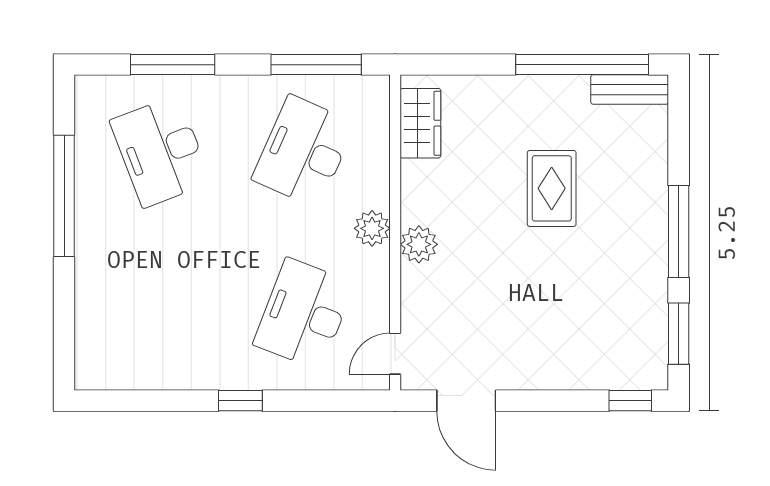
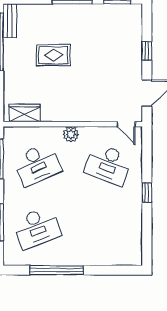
desk: (304, 151) -> (37, 164), turned -48
plant: (419, 244) -> (78, 114), removed
window: (630, 401) -> (147, 51), moved

